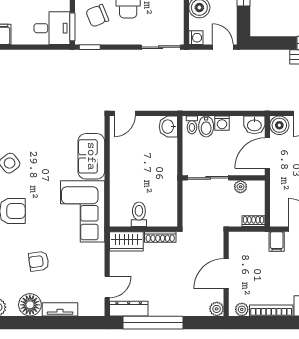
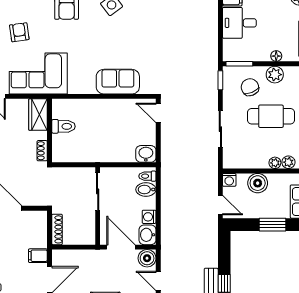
desk: (52, 28) -> (239, 23), moved, turned 90
sliding door: (161, 47) -> (220, 129), moved
door: (223, 47) -> (220, 205), hinge flipped
washing machine: (222, 123) -> (149, 217), moved
plant: (240, 187) -> (89, 222), removed
corner sofa: (83, 211) -> (38, 73), moved
shoe rack: (254, 221) -> (57, 229), width x1.43
shoe rack: (160, 237) -> (42, 151), width x0.70

